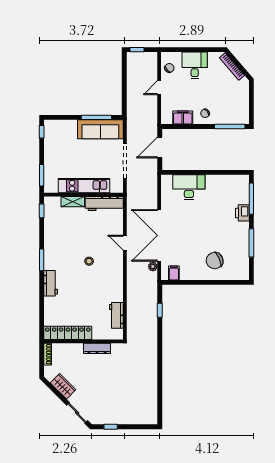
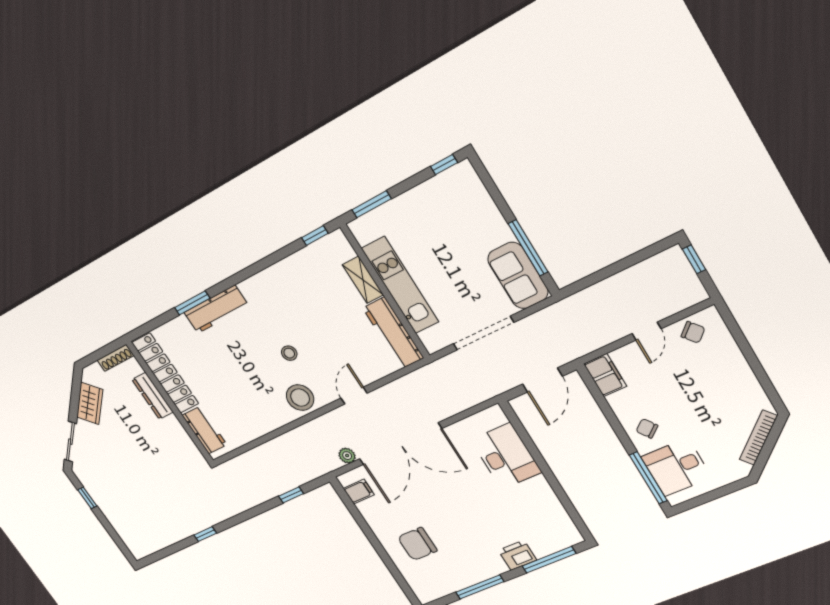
desk: (195, 65) -> (676, 467), moved, turned 180
door: (159, 88) -> (647, 331), swing flipped
filing cabinet: (183, 118) -> (605, 375), moved
sofa: (100, 129) -> (518, 276), width x0.73
door: (160, 147) -> (542, 380), swing flipped
double door: (159, 235) -> (400, 444), swing flipped
window: (42, 260) -> (192, 303), moved
chair: (215, 261) -> (417, 544), turned -67
stool: (113, 271) -> (300, 398), added
workbench: (51, 283) -> (216, 309), width x1.38
workbench: (116, 315) -> (205, 430), moved, turned 90
dresser: (97, 348) -> (153, 396), moved
window: (160, 373) -> (205, 534), added

